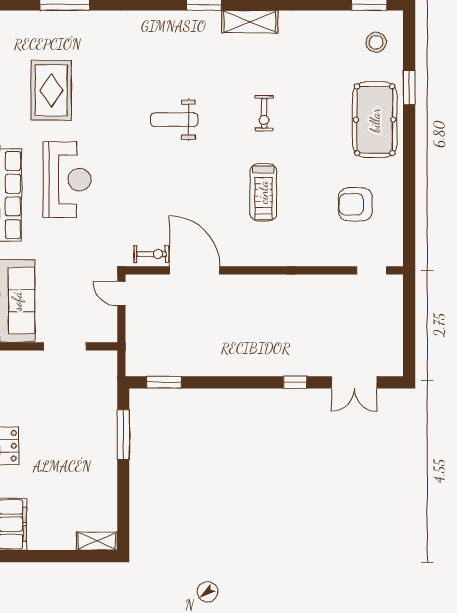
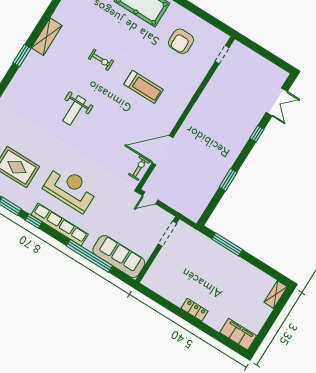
doorway: (65, 346) -> (167, 234), moved
window: (164, 382) -> (228, 180), moved

